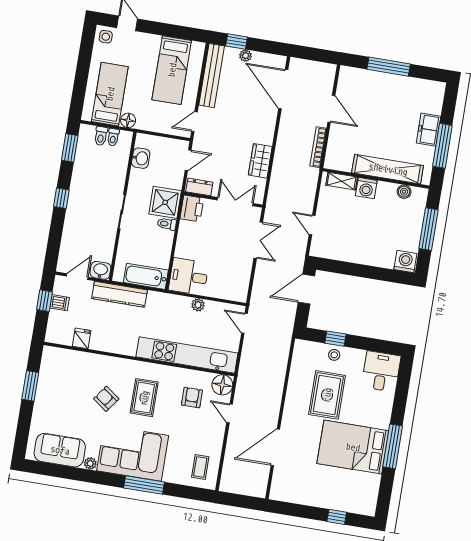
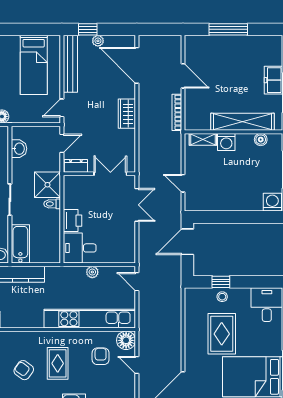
wardrobe: (260, 161) -> (127, 114), moved
printer: (192, 208) -> (72, 221), moved
bathtub: (146, 276) -> (20, 244), moved, turned 90

